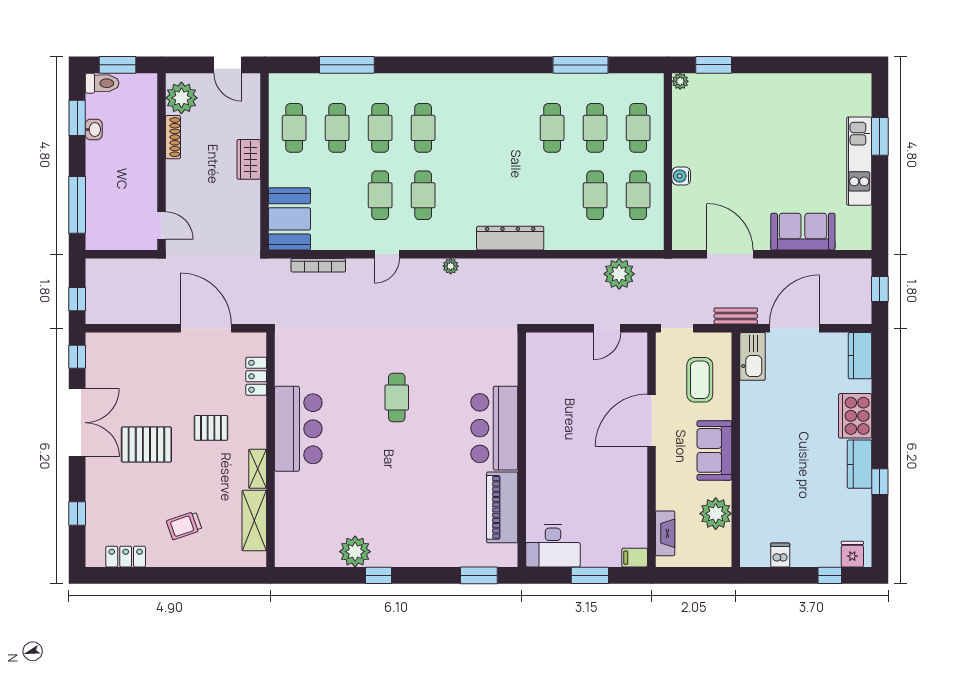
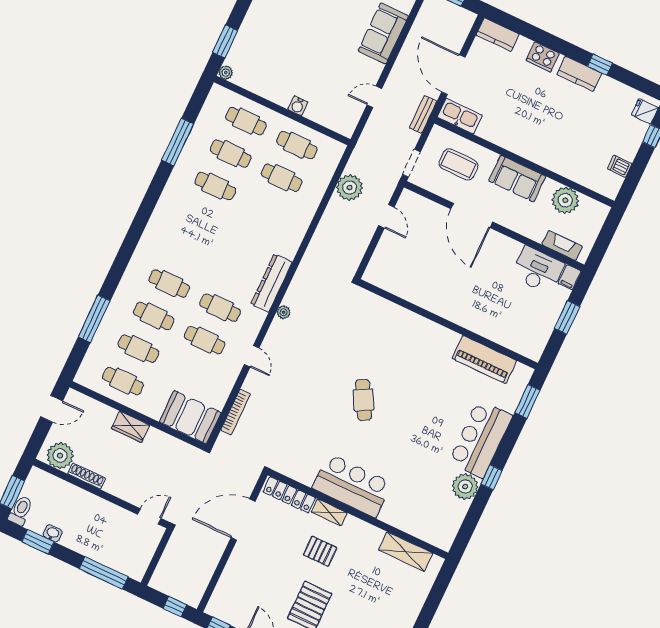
dresser: (510, 238) -> (271, 283), moved
door: (730, 254) -> (374, 97), width x0.53
locker: (256, 376) -> (289, 495), width x1.53
cafe table: (397, 397) -> (364, 400), turned 61
cooker: (855, 416) -> (543, 57), width x0.73, depth x0.76
pallet: (211, 428) -> (320, 551), turned 90
bar counter: (494, 428) -> (480, 439), moved, turned 90
shelving: (258, 469) -> (329, 512), moved
trolley: (184, 525) -> (384, 606), removed
desk: (553, 546) -> (538, 270), moved, turned -90

